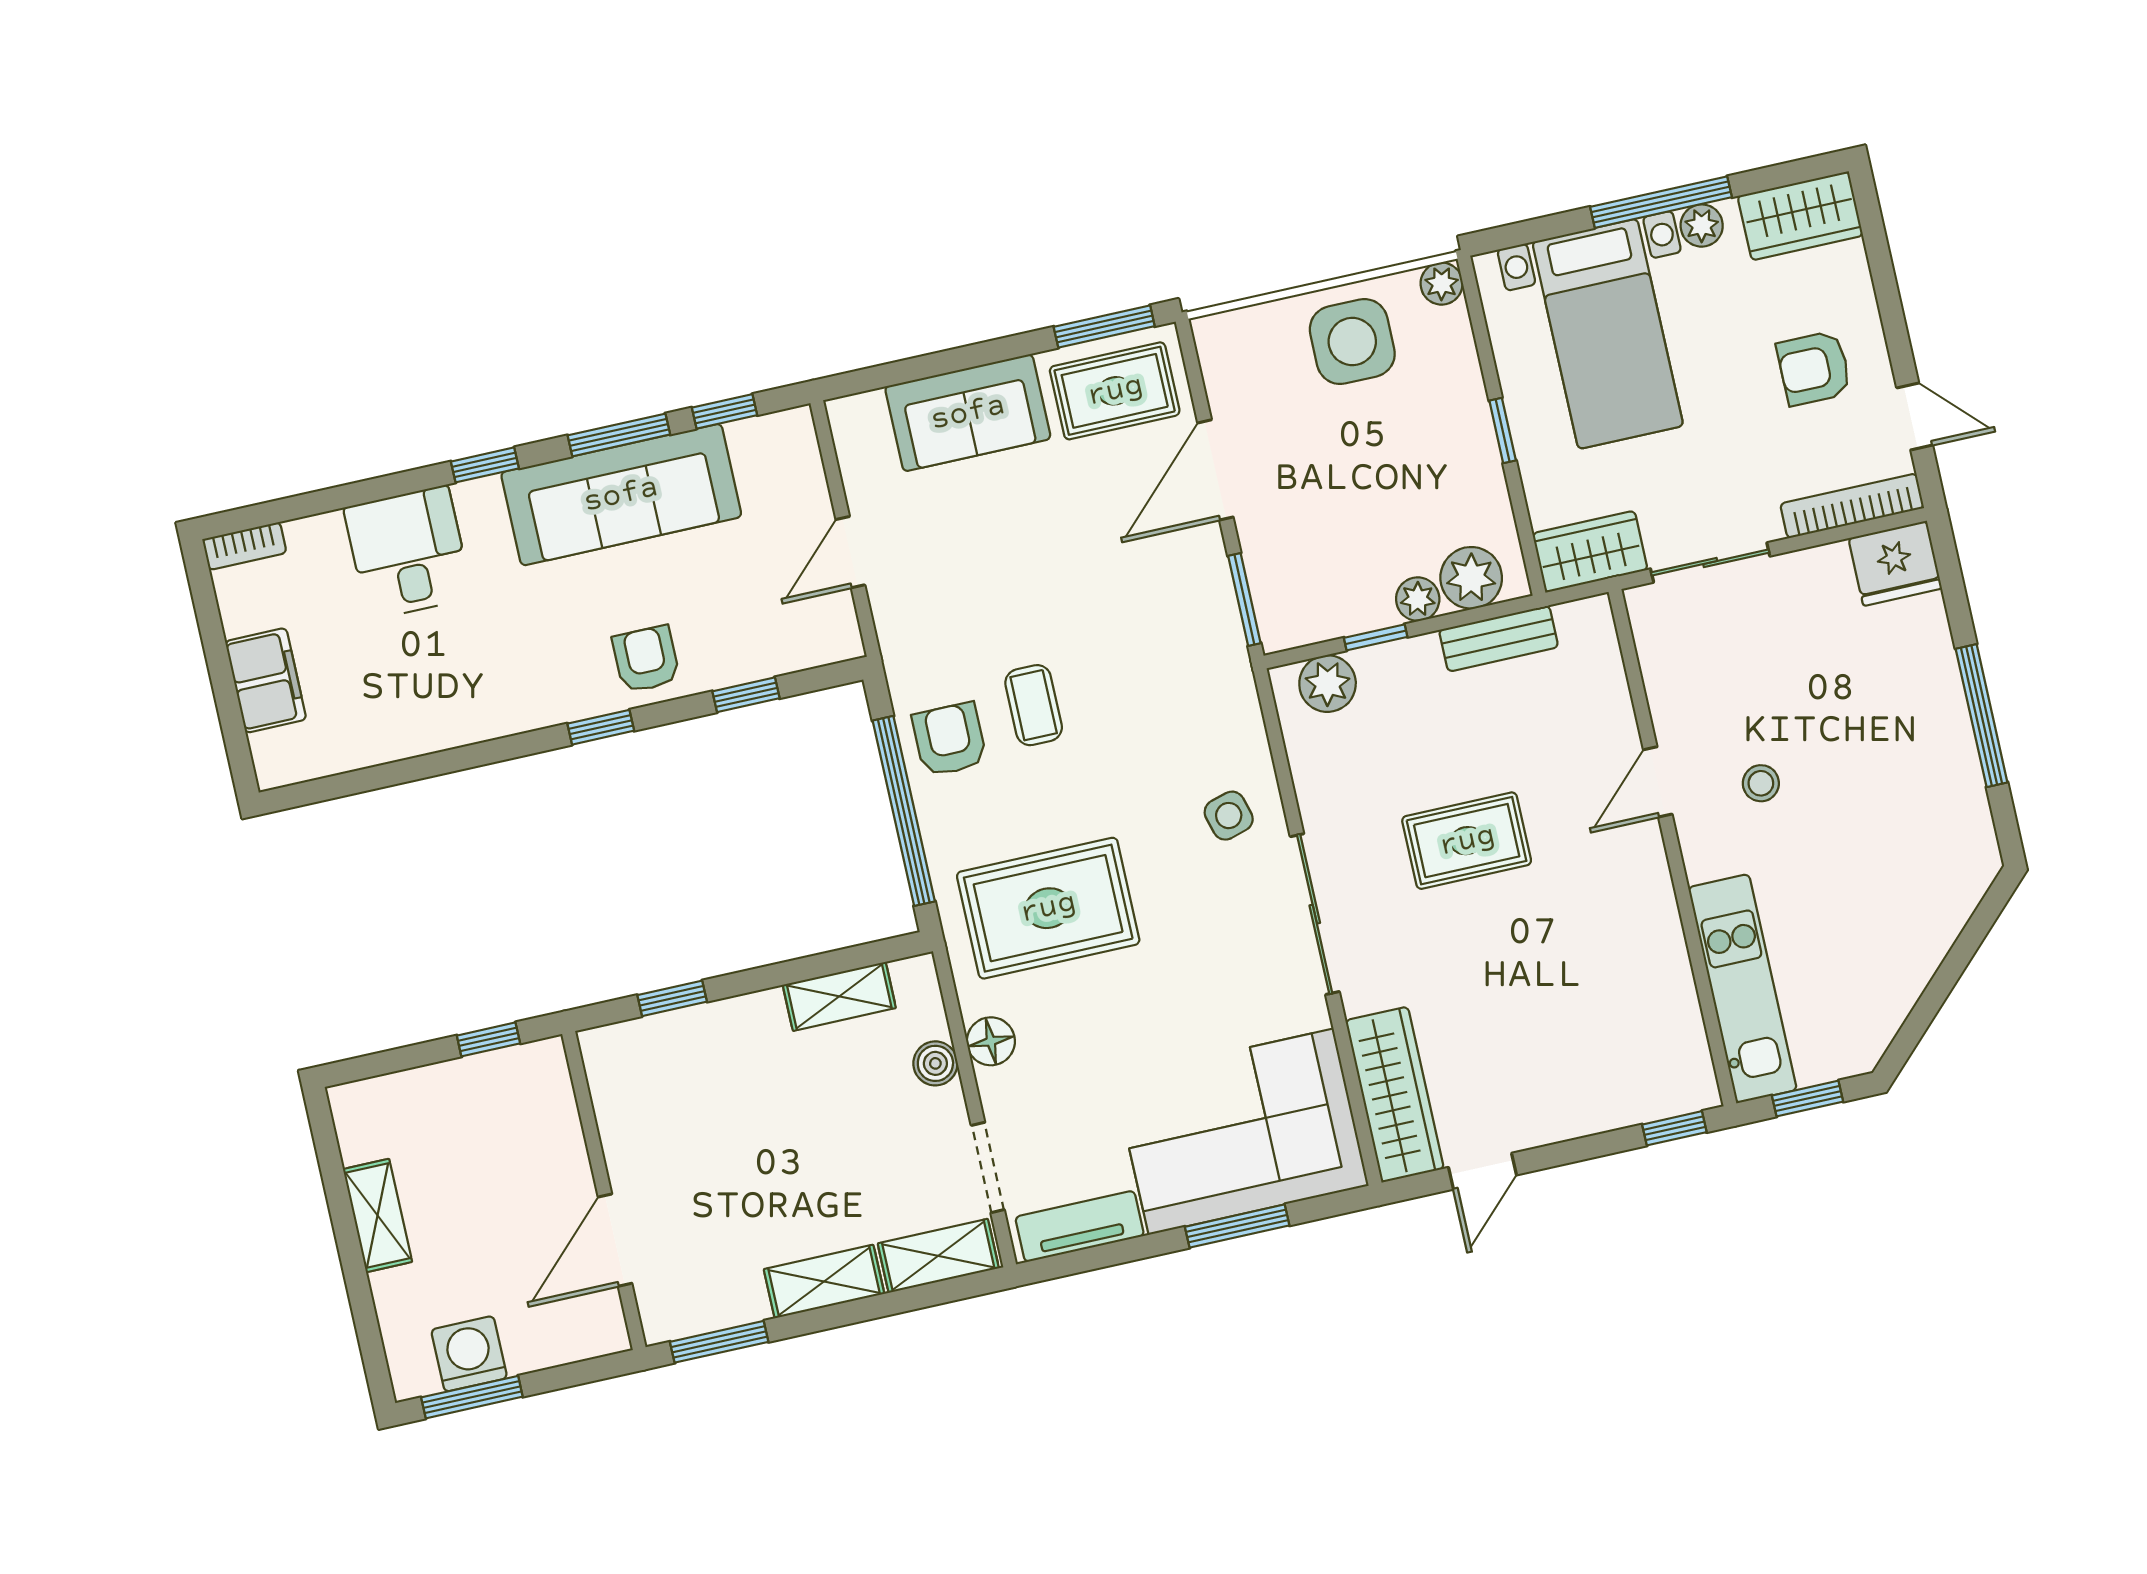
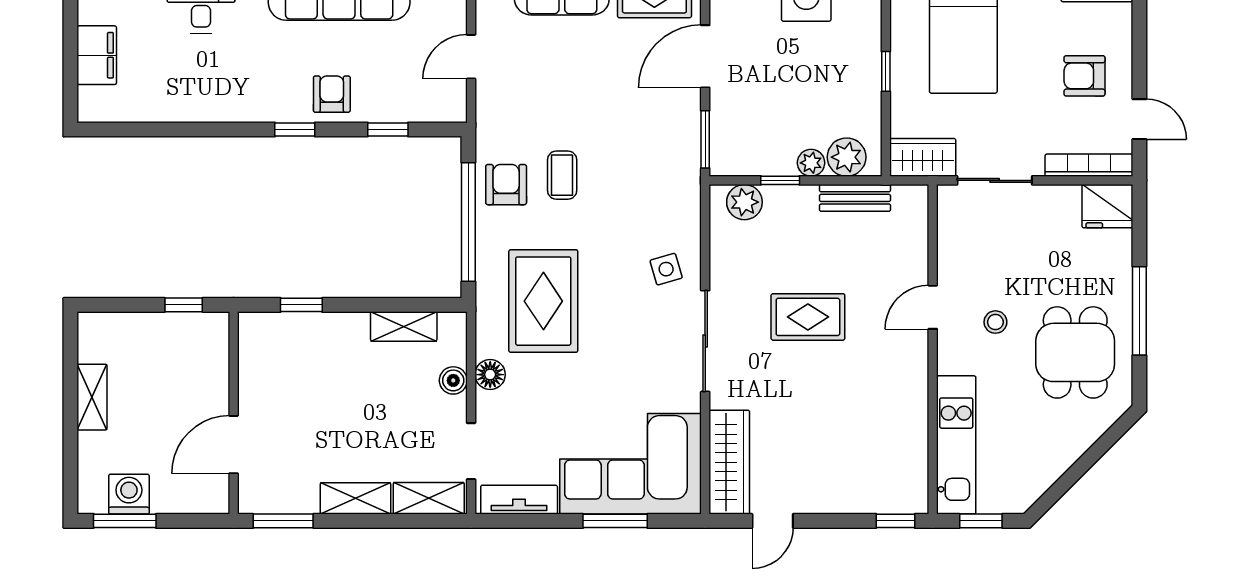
dining table: (1896, 803) -> (1075, 352), added
rug: (1048, 908) -> (543, 301), turned 90

